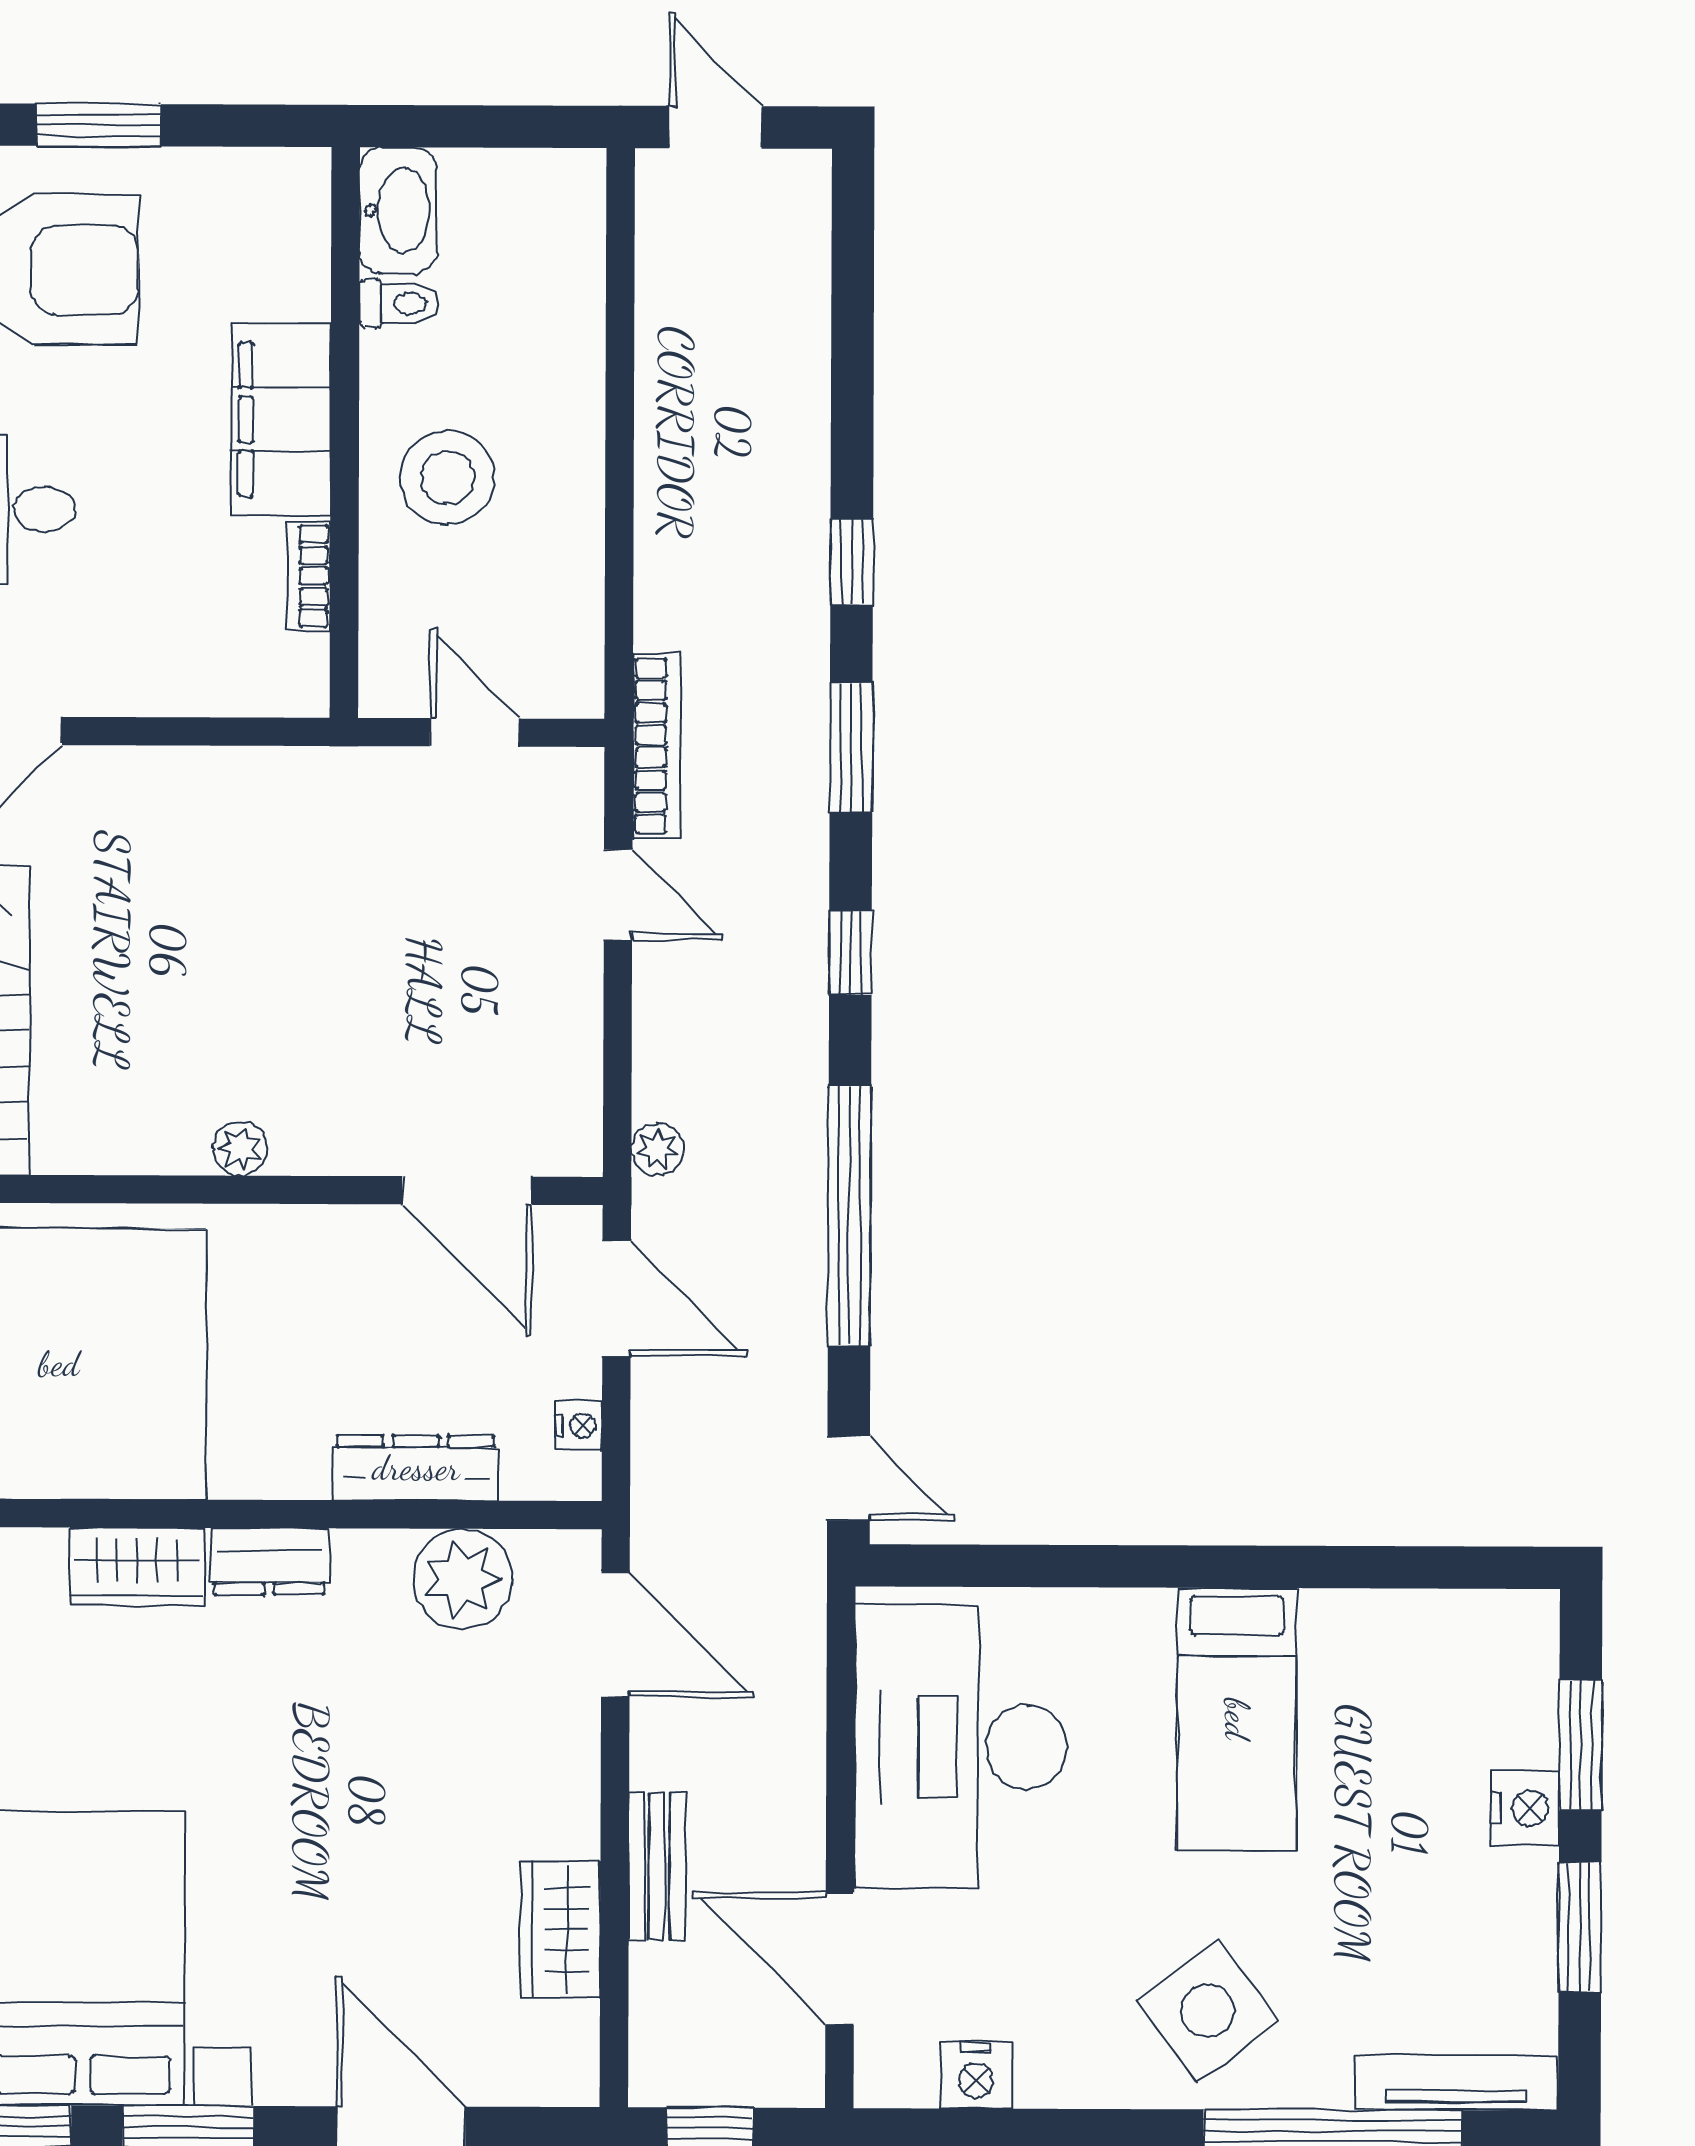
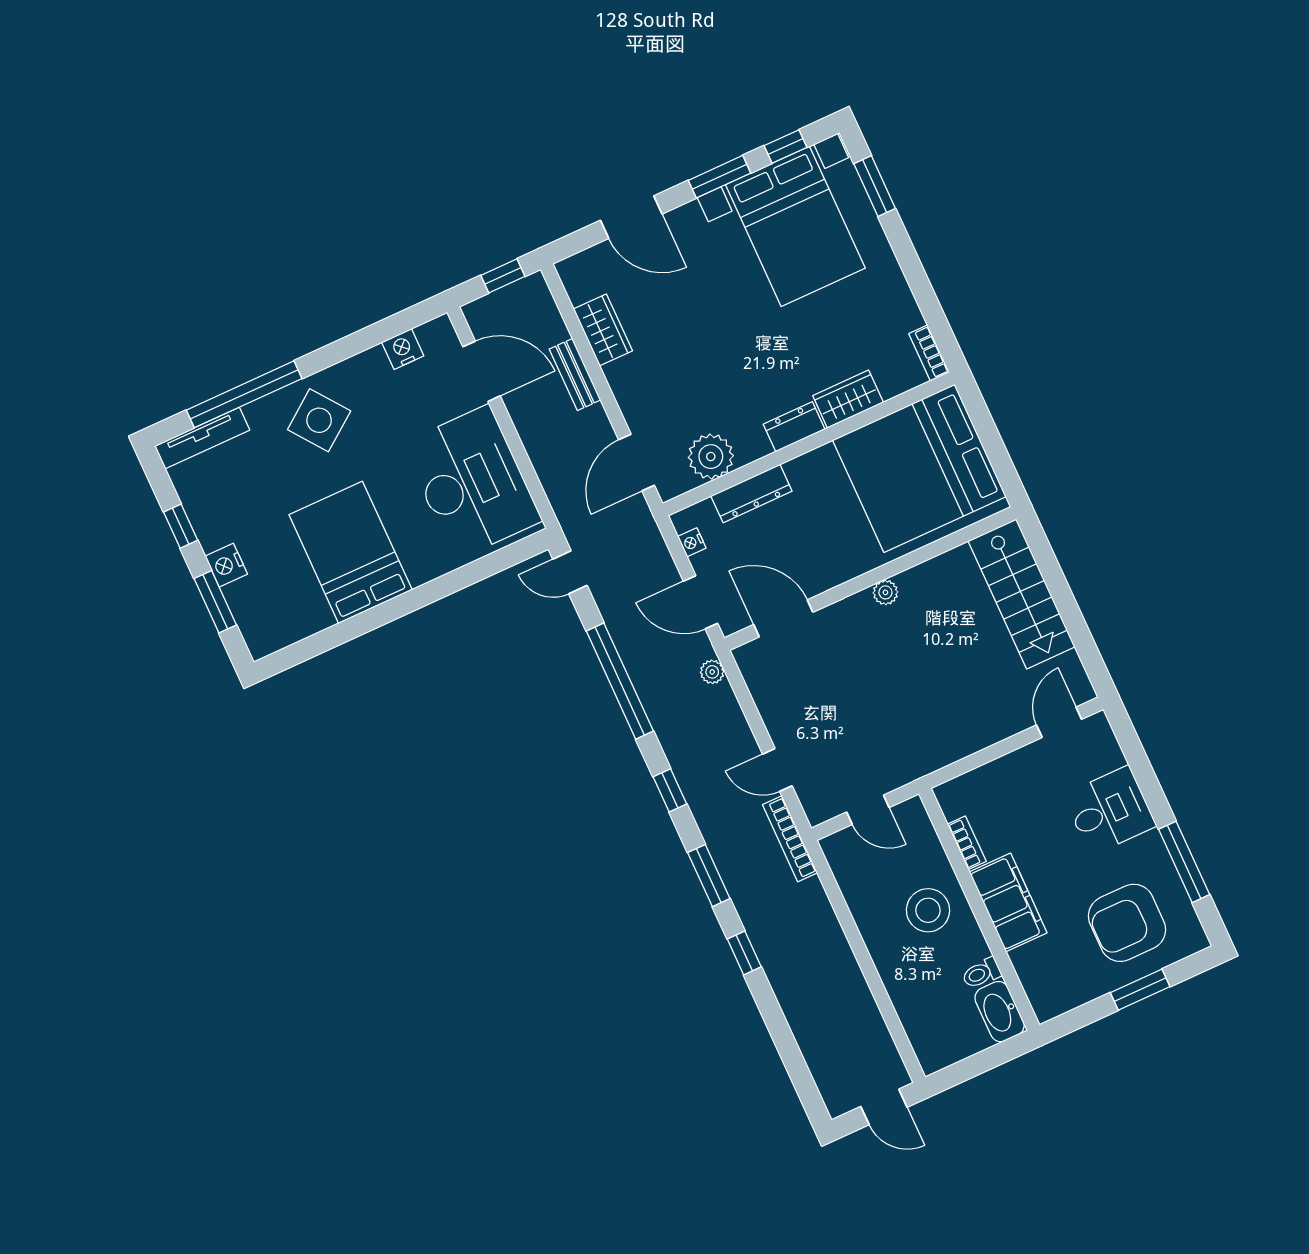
door: (615, 1635) -> (637, 462), hinge flipped
bed: (1237, 1719) -> (351, 552), width x1.50
window: (1580, 1927) -> (181, 526), width x0.67

